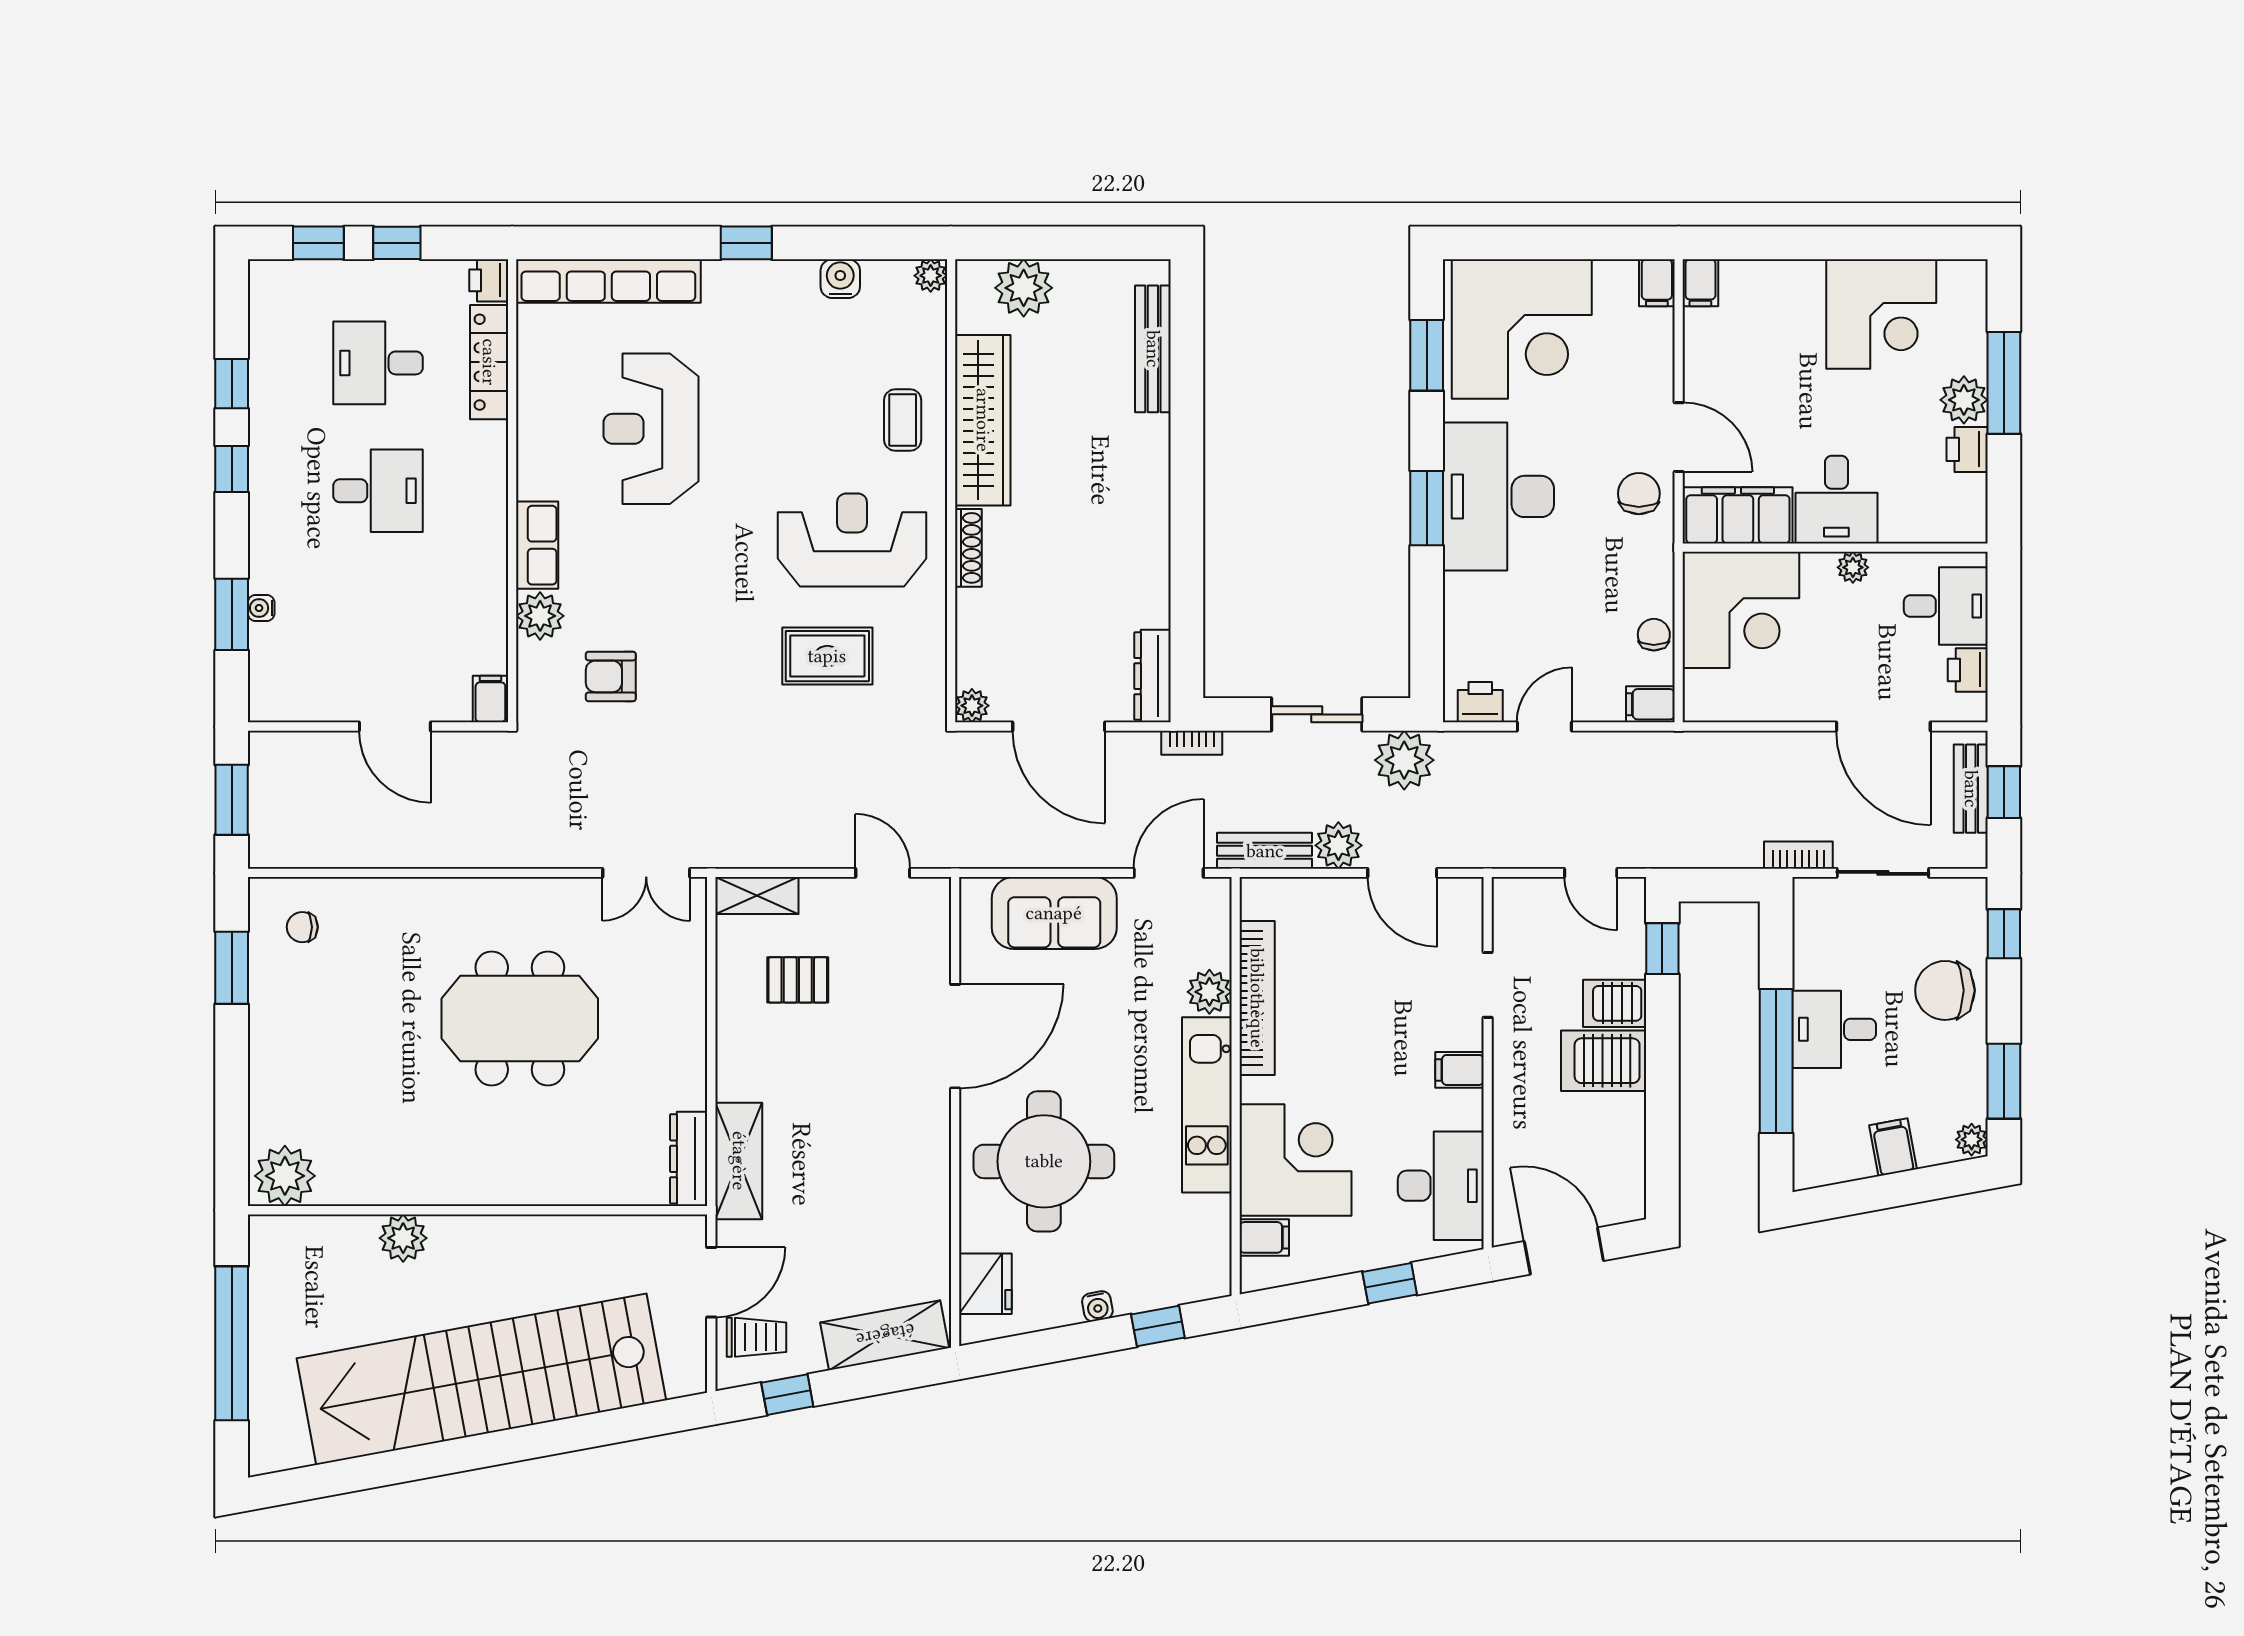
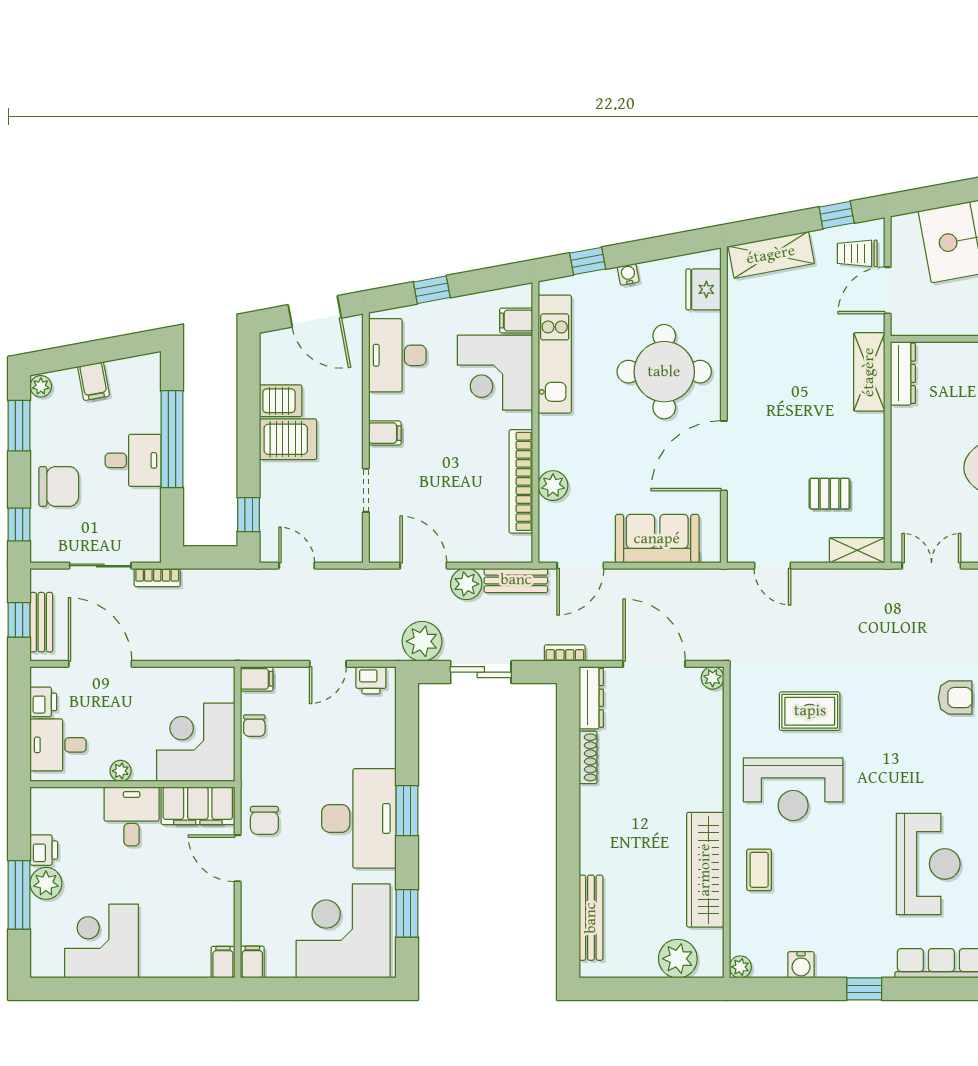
shoe rack: (968, 548) -> (588, 757), moved, turned 180
server rack: (1615, 1003) -> (281, 401), moved
kitchen unit: (1207, 1105) -> (555, 354), moved

